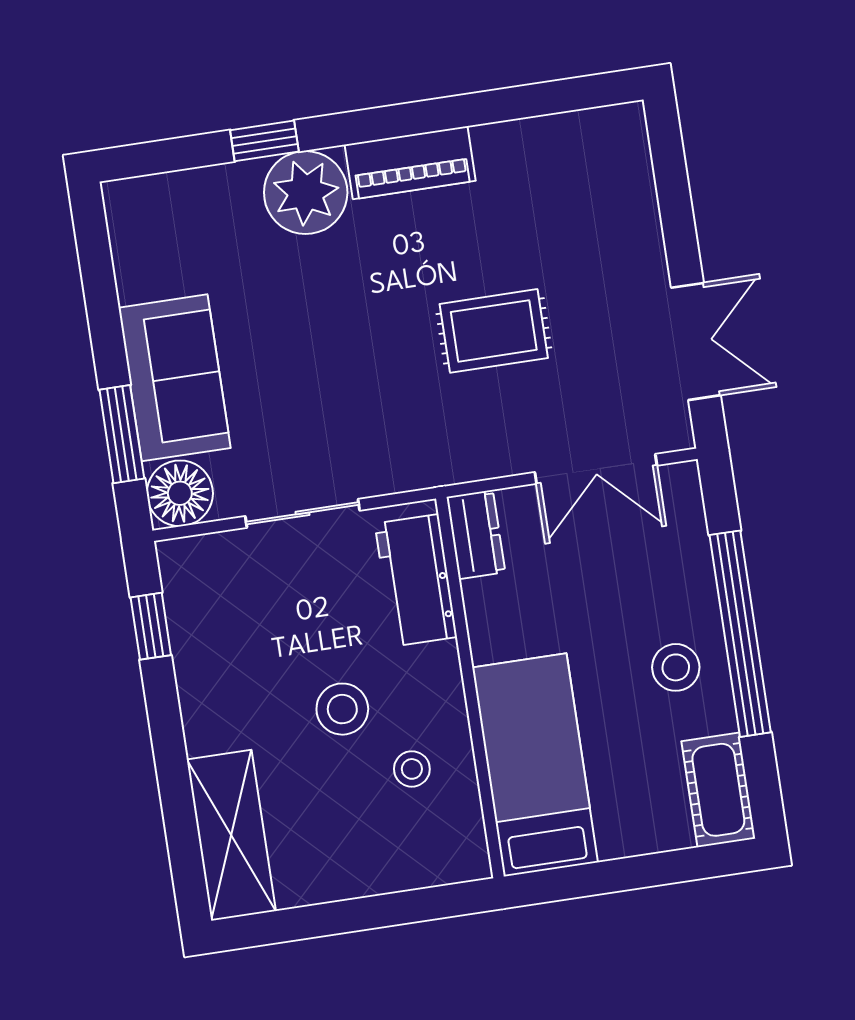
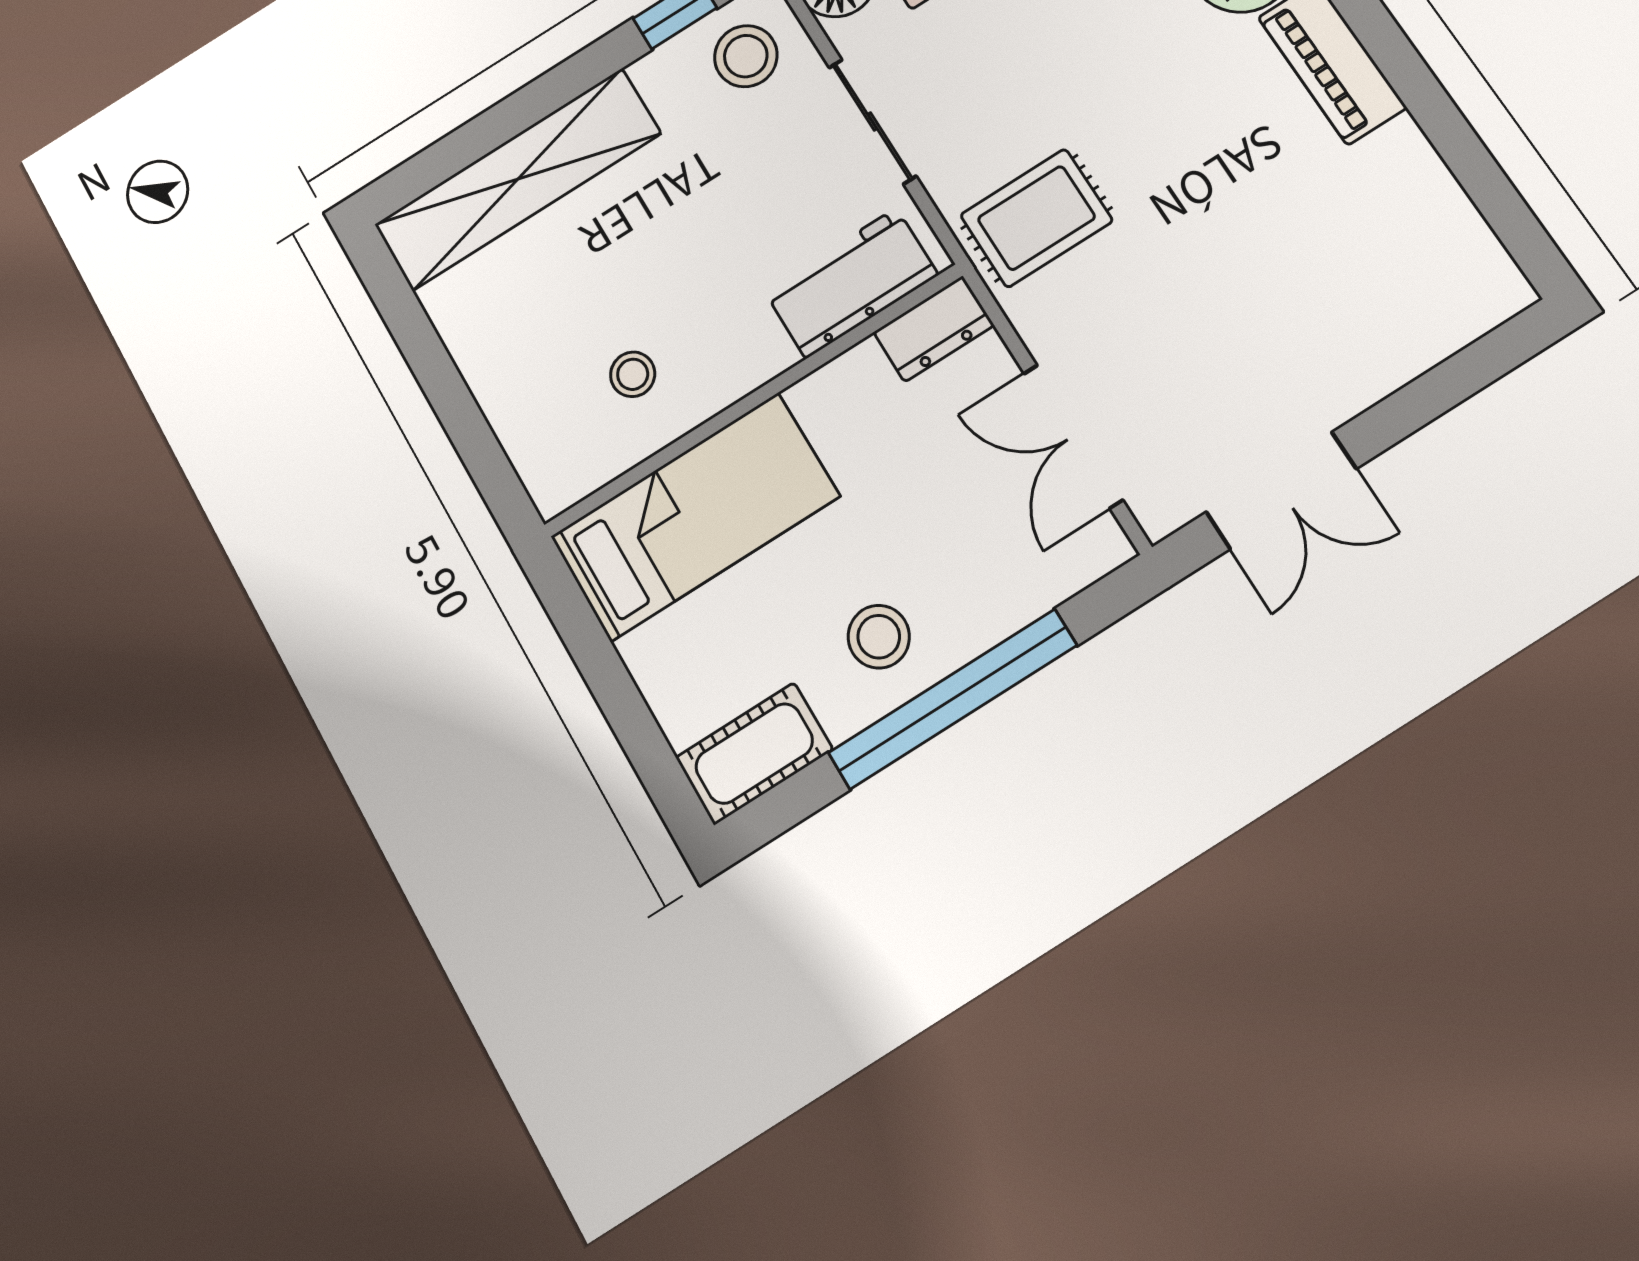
rug: (494, 331) -> (1036, 218), moved, turned 90
stool: (342, 709) -> (746, 56), moved
shelving: (231, 835) -> (518, 179), width x1.47

